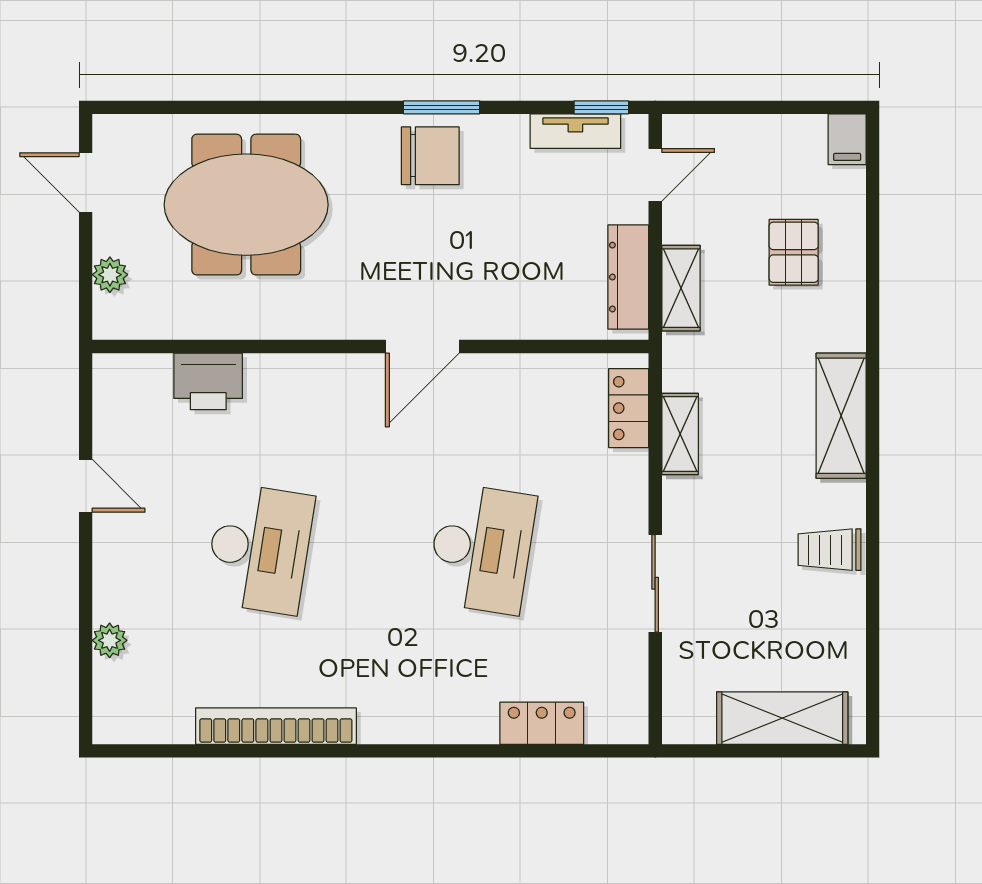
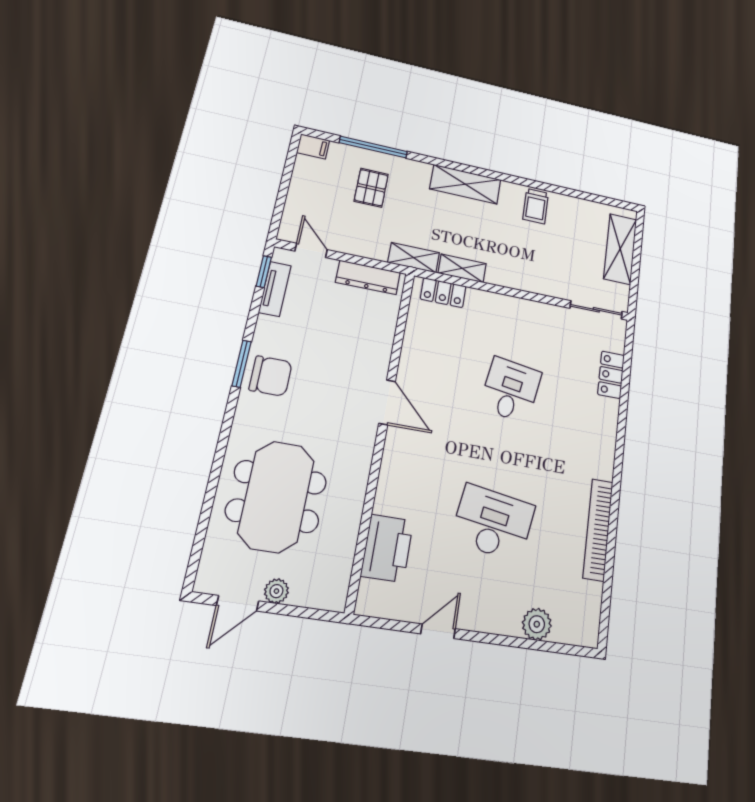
chair: (430, 156) -> (271, 376), turned 90
window: (873, 242) -> (373, 147), added
pallet: (794, 252) -> (371, 188), turned 90
plant: (110, 275) -> (276, 591), moved
shelving: (681, 288) -> (414, 258), moved
printer: (208, 381) -> (387, 548), width x1.37, depth x1.19
desk: (481, 549) -> (511, 390), width x0.73
sliding door: (655, 583) -> (596, 310), moved
plant: (110, 640) -> (537, 624), width x1.38, depth x1.38

